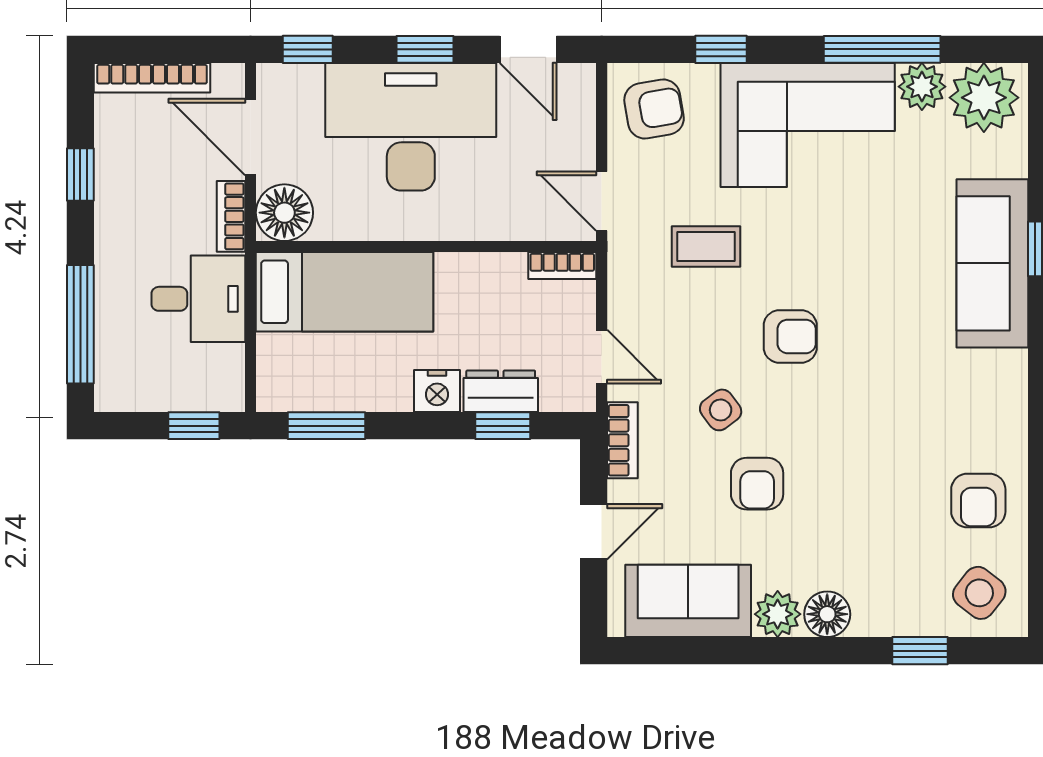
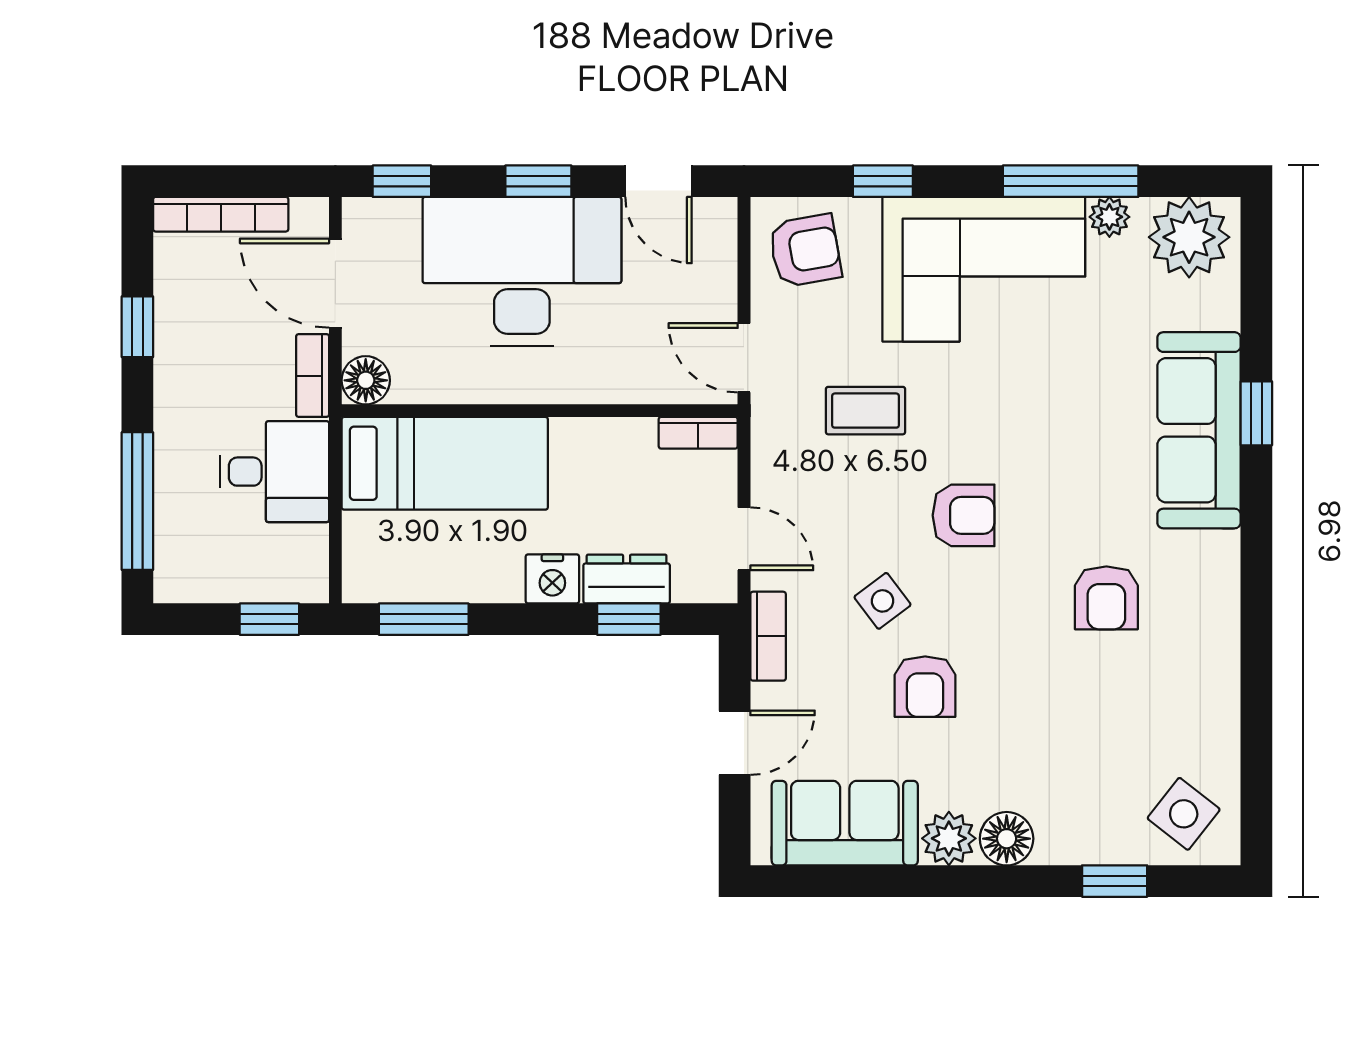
plant: (922, 87) -> (1109, 217), width x0.73, depth x0.73
floor lamp: (284, 213) -> (366, 380), width x0.73, depth x0.73
armchair: (978, 501) -> (1106, 598), moved

